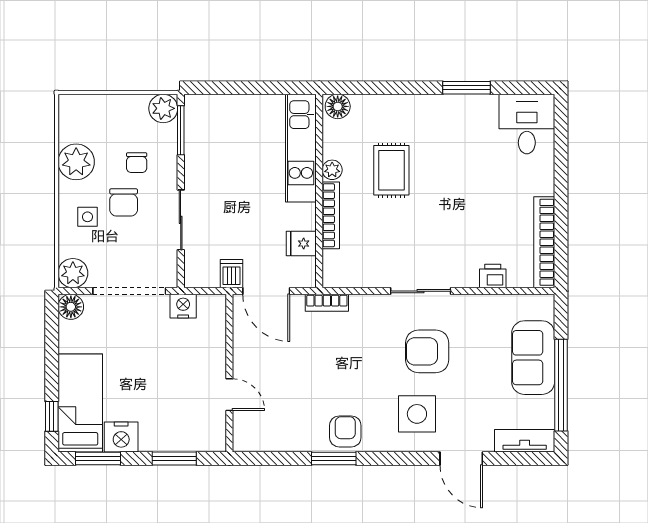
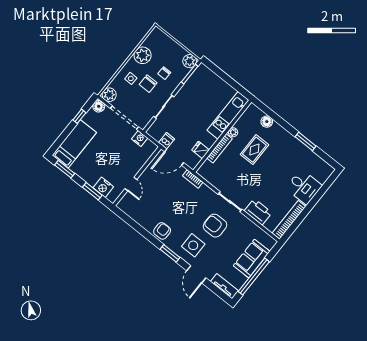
floor lamp: (338, 106) -> (267, 122), moved
desk: (527, 124) -> (304, 187), moved, turned 90
printer: (493, 276) -> (258, 212), width x1.87, depth x1.48
door: (266, 291) -> (174, 157), hinge flipped
window: (52, 416) -> (79, 116), moved
nightstand: (121, 437) -> (103, 187), moved
window: (334, 458) -> (170, 253), moved

